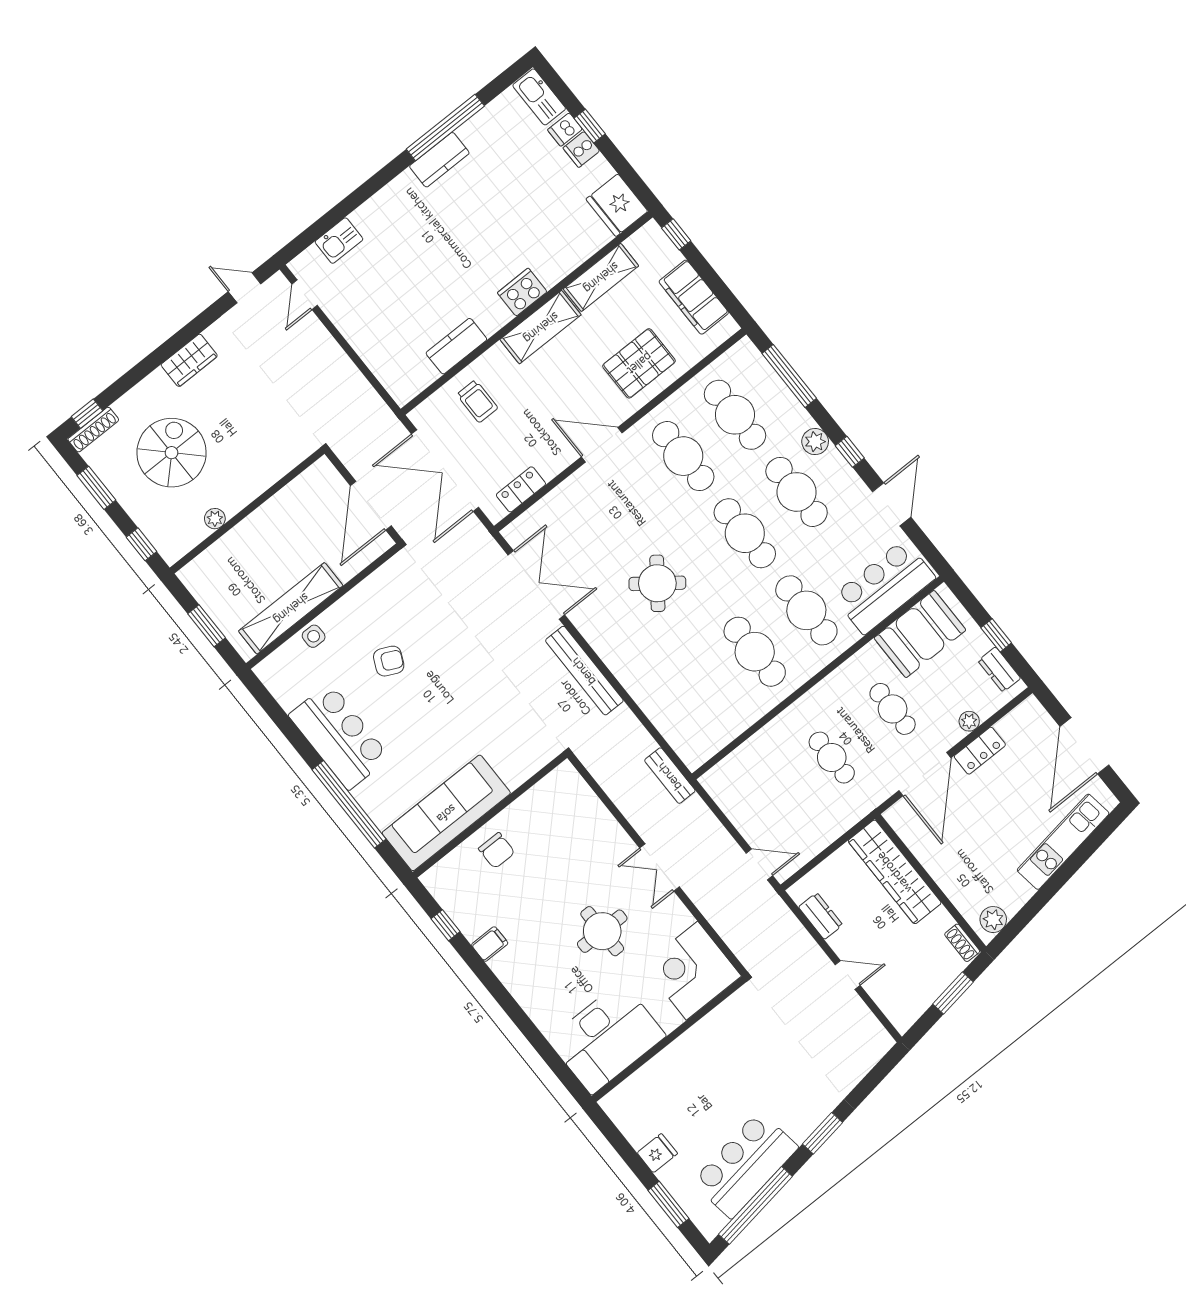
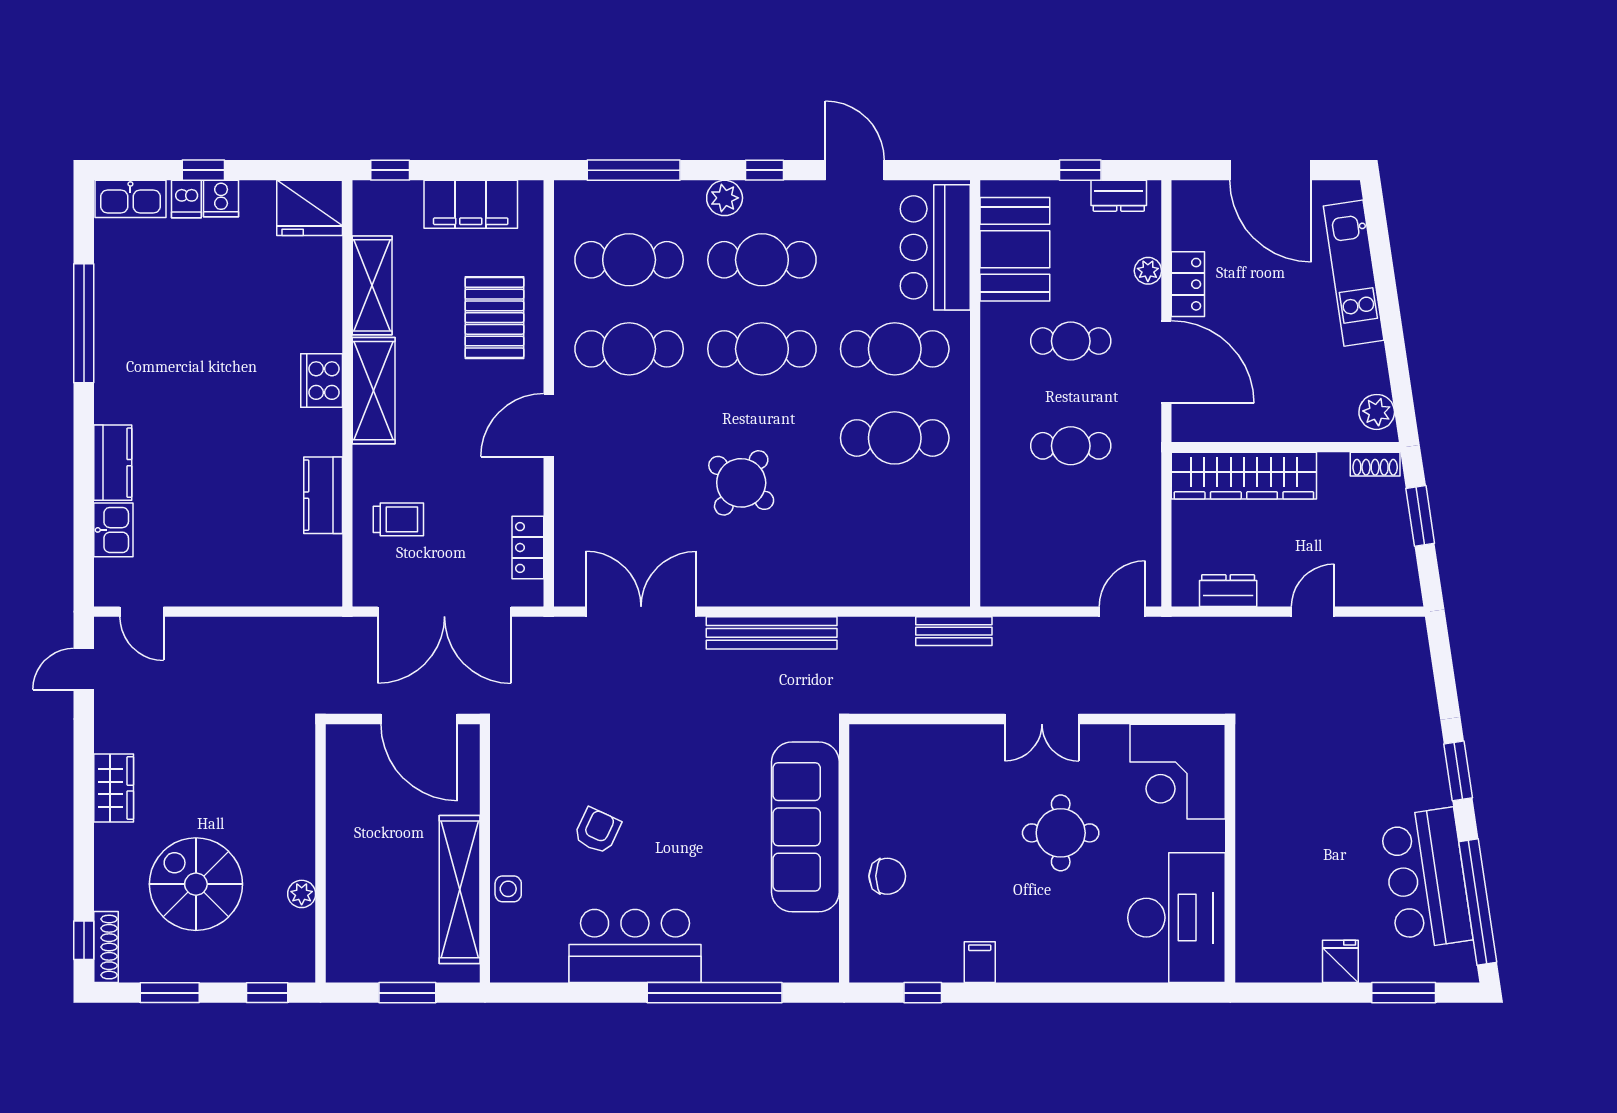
kitchen counter: (439, 160) -> (113, 463), moved
sofa: (446, 813) -> (805, 827), moved

